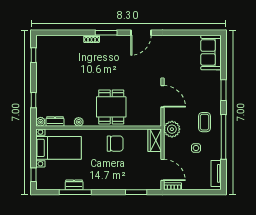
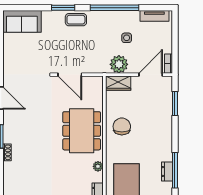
door: (162, 96) -> (70, 75), swing flipped
dining table: (111, 107) -> (82, 131), width x1.38
coffee table: (204, 122) -> (76, 20), moved
plant: (172, 129) -> (119, 64), moved

